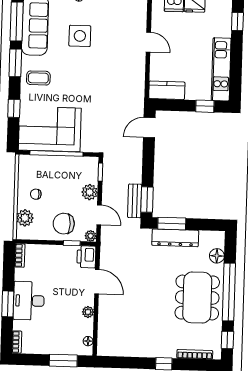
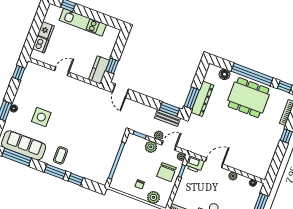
window: (15, 63) -> (55, 172), moved
kitchen unit: (221, 69) -> (83, 22), moved
window: (205, 106) -> (112, 66), moved
corner sofa: (50, 129) -> (98, 159), removed
plant: (108, 197) -> (159, 135), added

